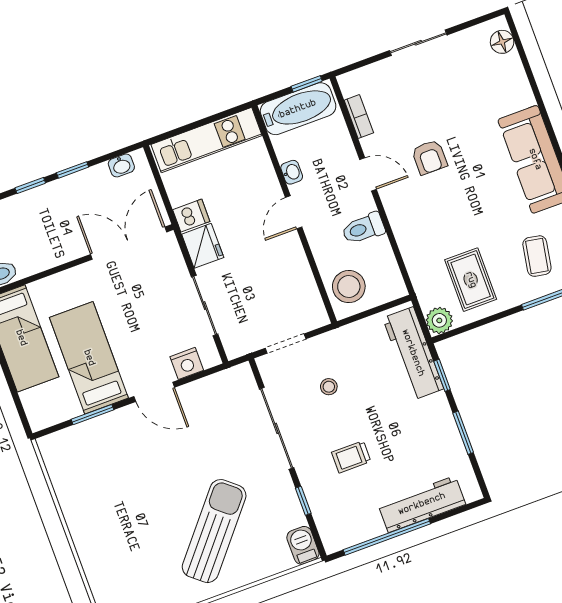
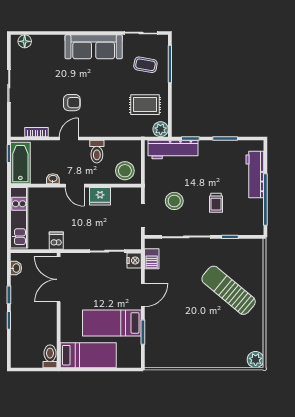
fridge: (203, 246) -> (100, 196), moved, turned 180
nightstand: (187, 363) -> (134, 260), moved
stool: (329, 387) -> (174, 201), width x1.89, depth x1.89
barbecue: (303, 545) -> (152, 259), moved, turned -90

